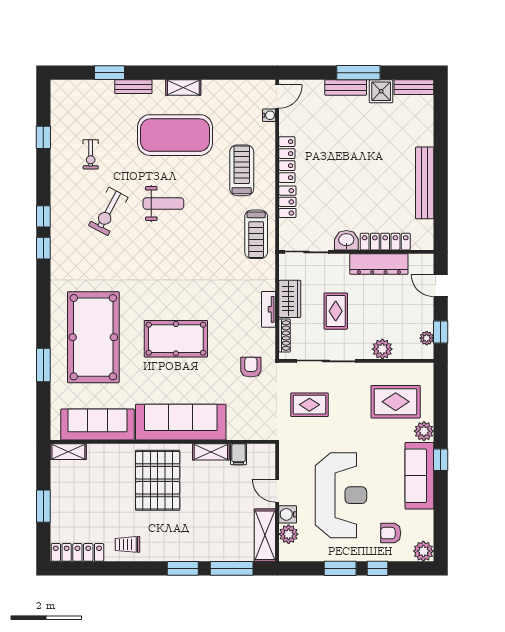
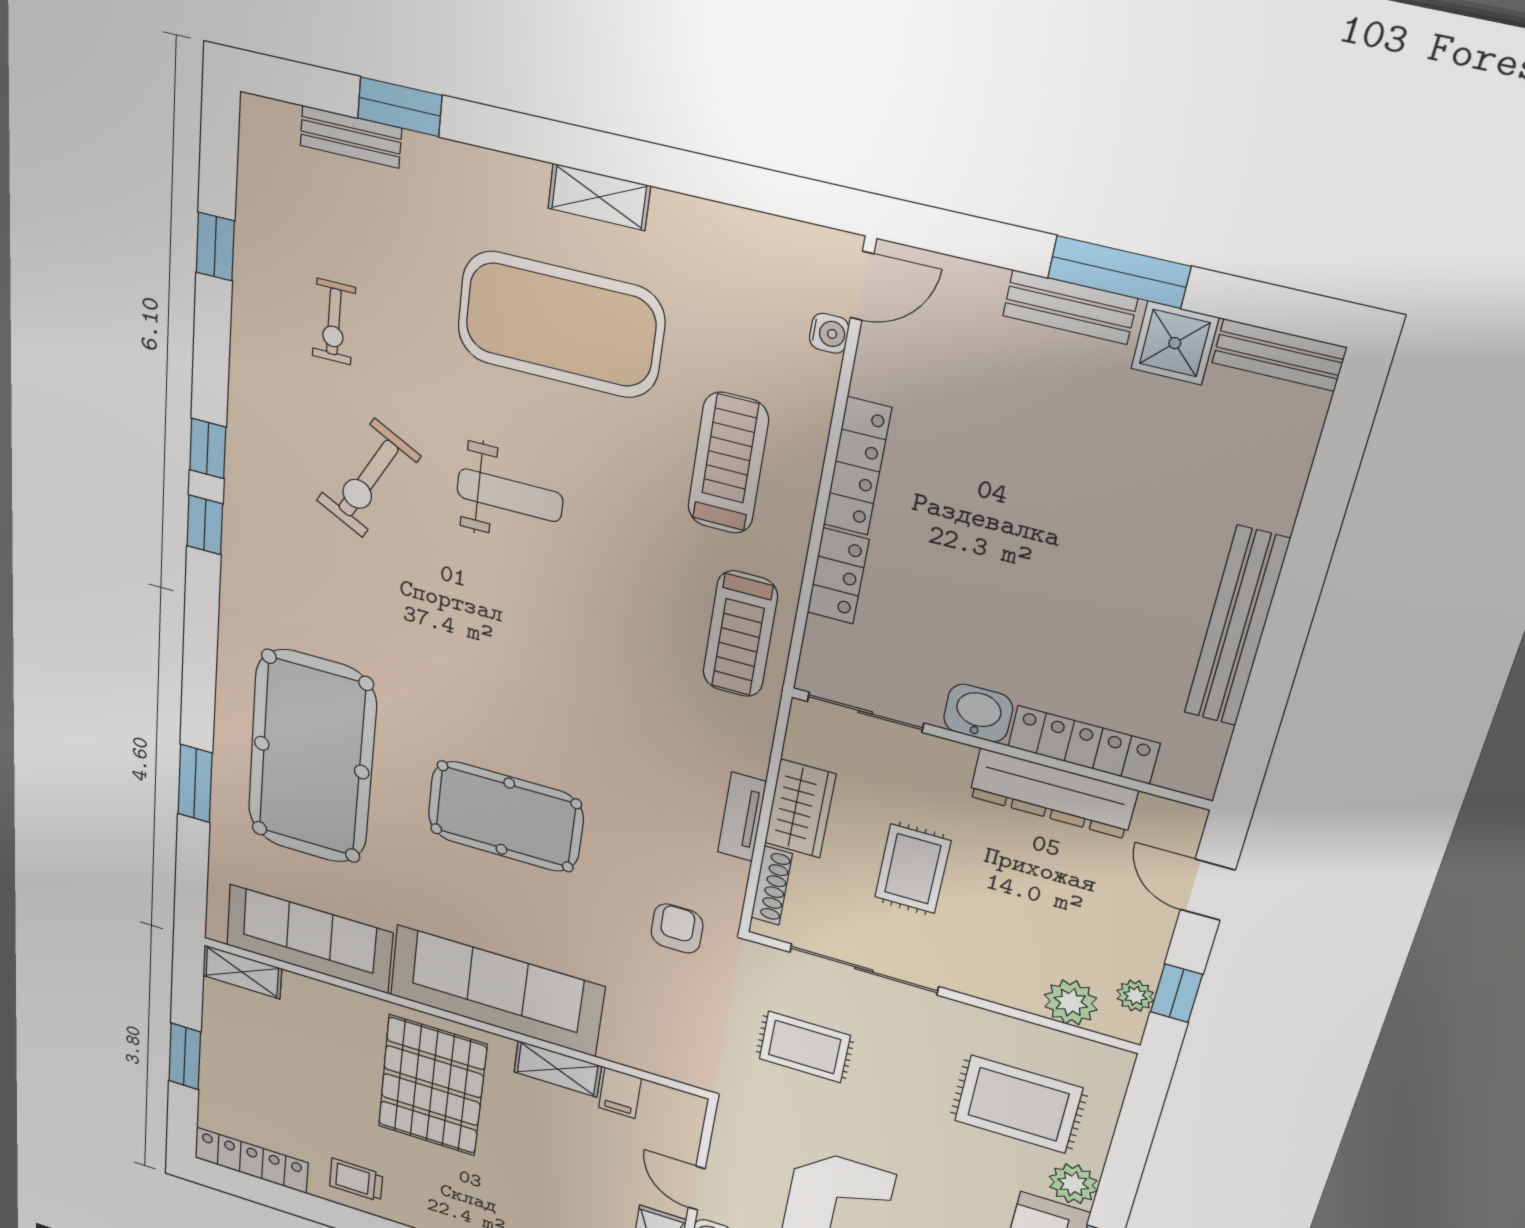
bench: (133, 87) -> (351, 137), moved
plant: (382, 349) -> (1071, 1002), moved

